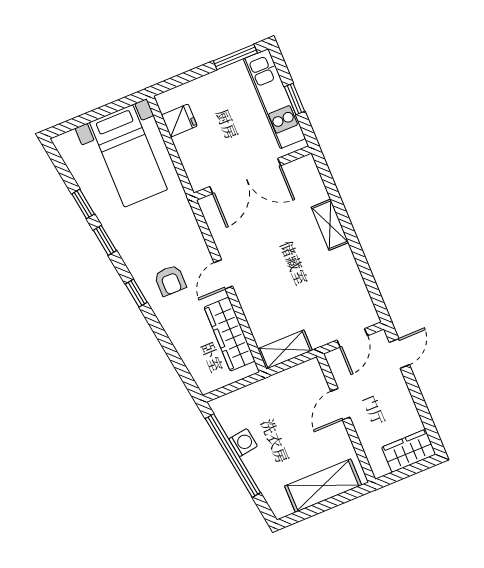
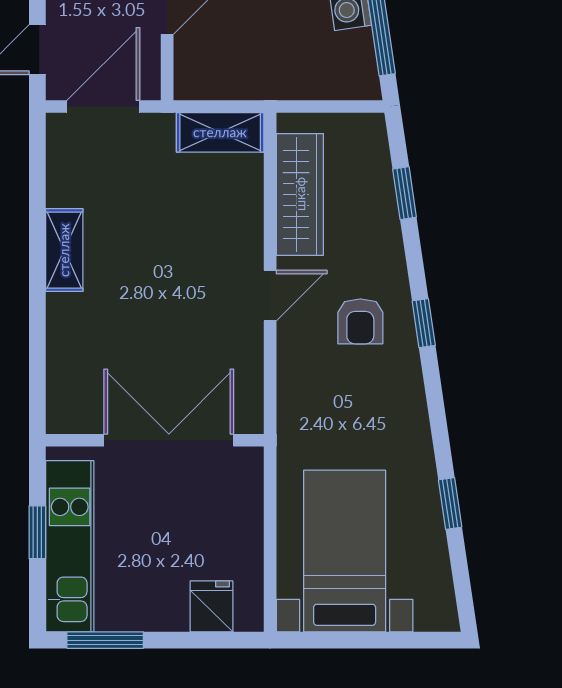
fridge: (179, 120) -> (211, 606), moved, turned 90
shelving: (330, 225) -> (64, 250), moved
window: (105, 240) -> (405, 193), moved
armchair: (170, 280) -> (360, 321), turned 180
door: (352, 338) -> (103, 106), width x1.38

